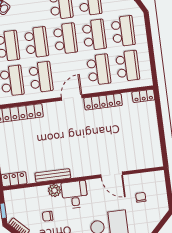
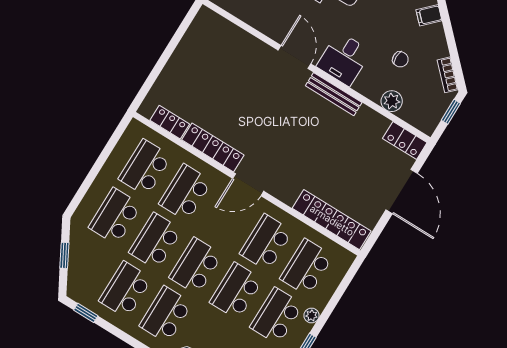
locker: (143, 96) -> (170, 122), moved
door: (112, 175) -> (295, 57), moved
bench: (53, 176) -> (334, 94), moved
plant: (54, 190) -> (392, 101), moved

